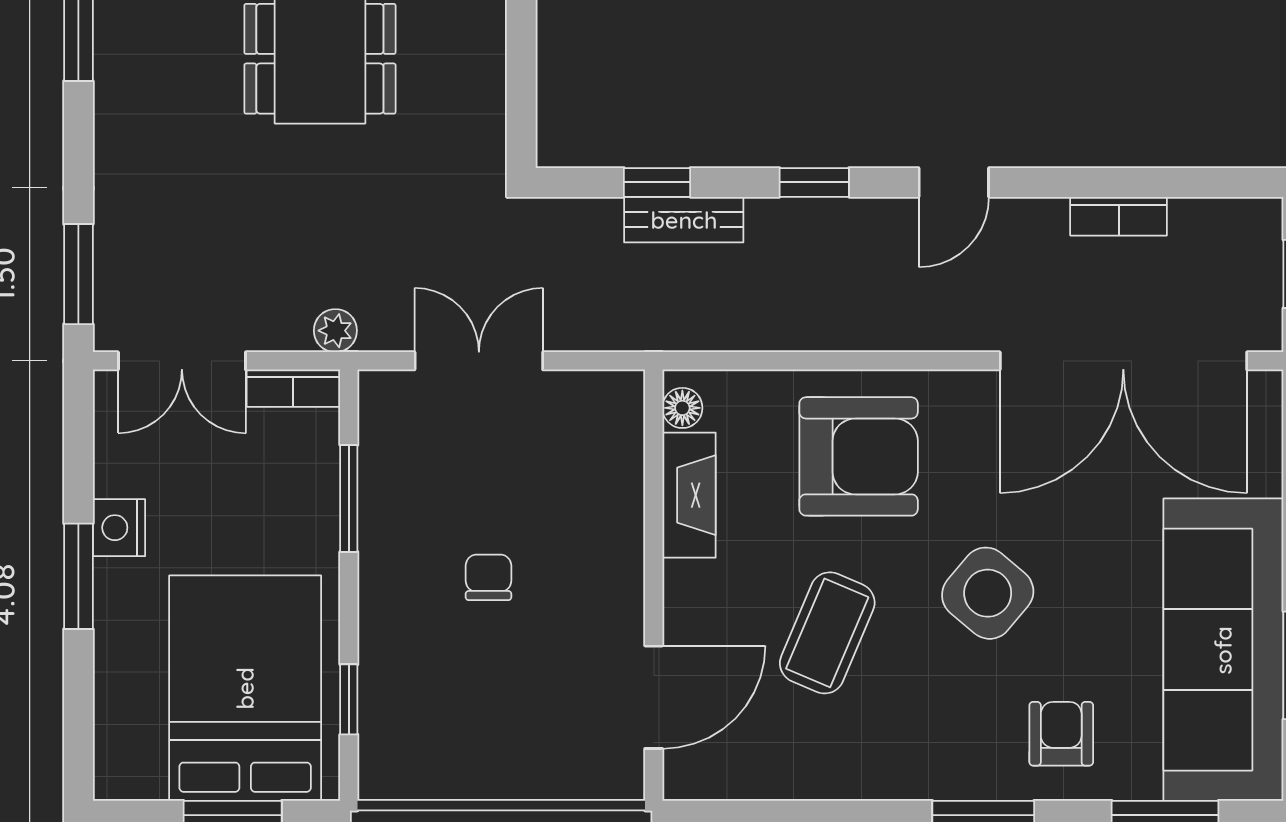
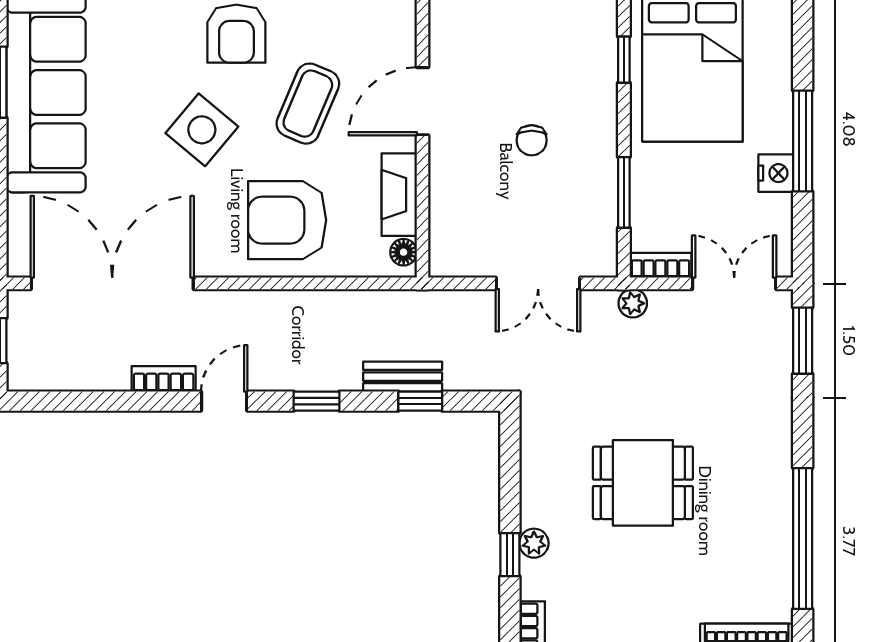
bookcase: (1119, 216) -> (164, 379), moved
window: (78, 576) -> (803, 141), width x1.44
door: (654, 697) -> (423, 101), moved
armchair: (1061, 734) -> (236, 34), moved, width x1.38, depth x1.38

